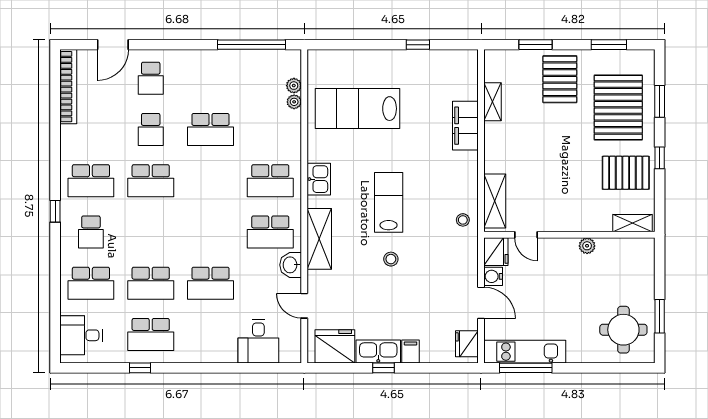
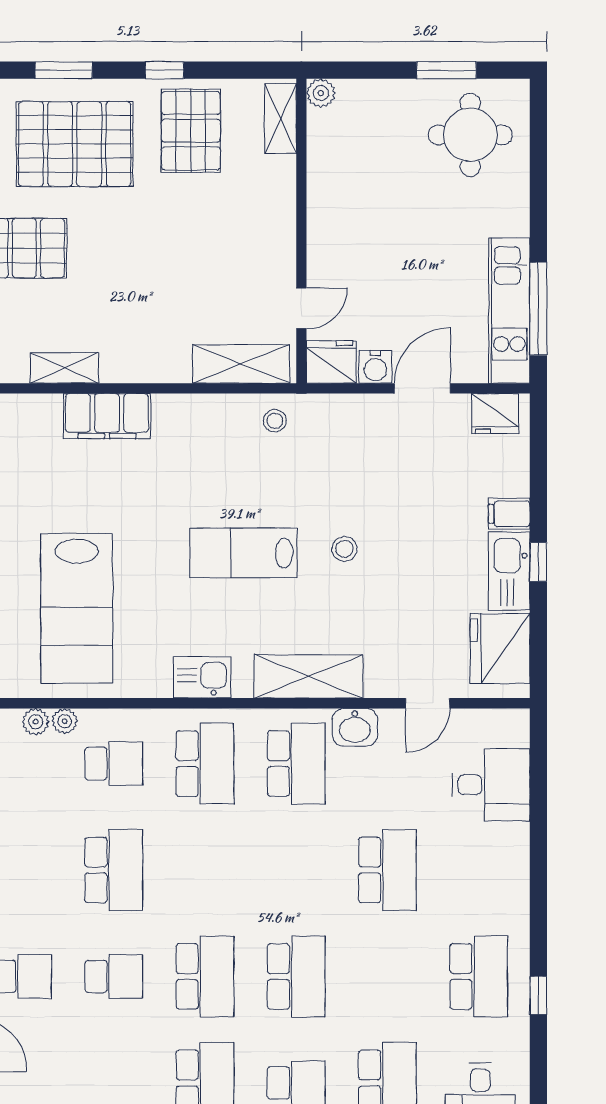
school desk: (270, 129) -> (114, 764), added
plant: (587, 246) -> (321, 93), moved
school desk: (151, 283) -> (296, 976), moved

